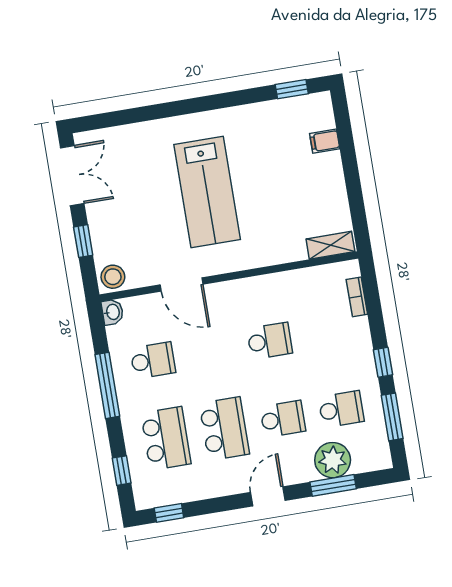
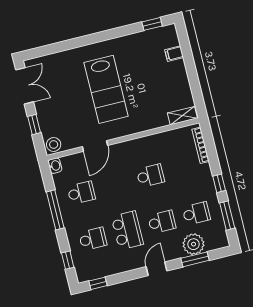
door: (182, 284) -> (95, 146), hinge flipped
bookcase: (357, 297) -> (201, 145), width x1.56
school desk: (166, 439) -> (93, 239), width x0.54

